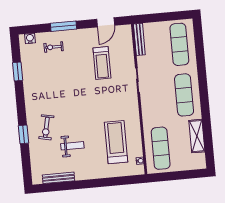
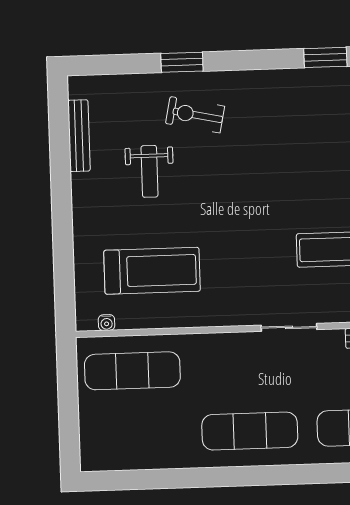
shelving: (197, 136) -> (155, 455), removed

